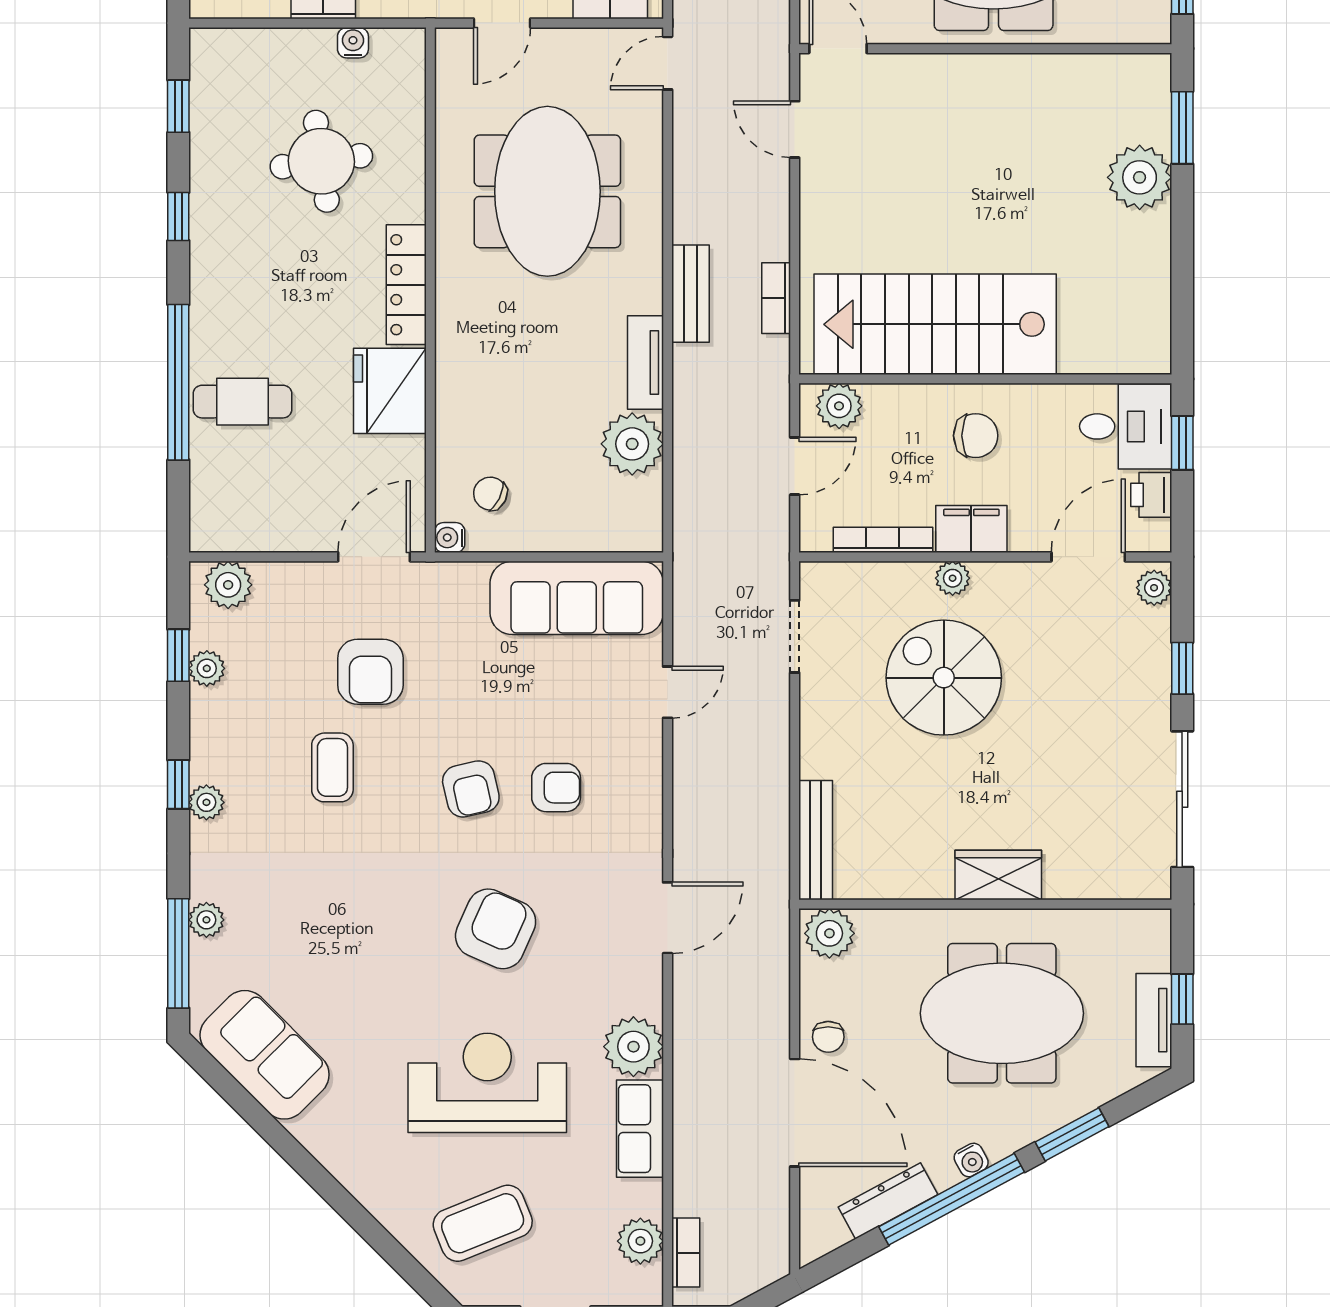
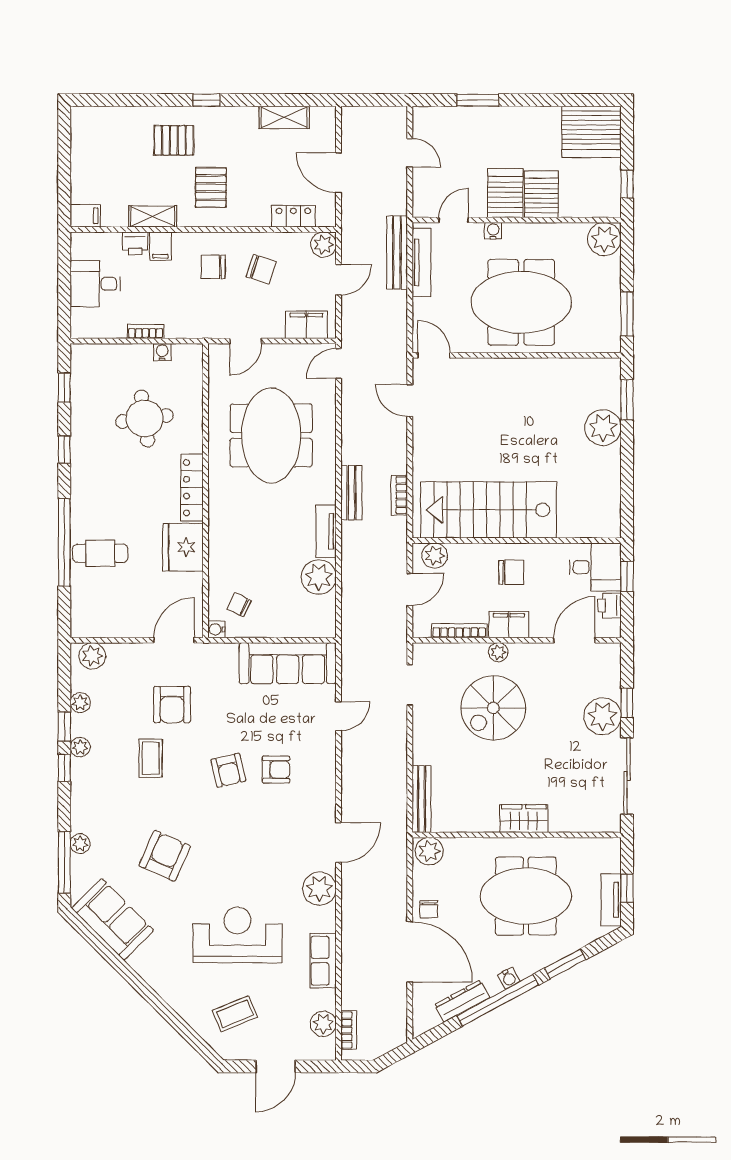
plant: (1154, 588) -> (602, 716), moved, width x1.88, depth x1.88
window: (178, 655) -> (64, 727), moved
spiral stairs: (944, 678) -> (493, 708), turned -90
plant: (206, 802) -> (80, 747), moved
armchair: (496, 929) -> (165, 856), moved
plant: (633, 1047) -> (319, 889), moved
coffee table: (483, 1223) -> (235, 1014), width x0.73, depth x0.77

